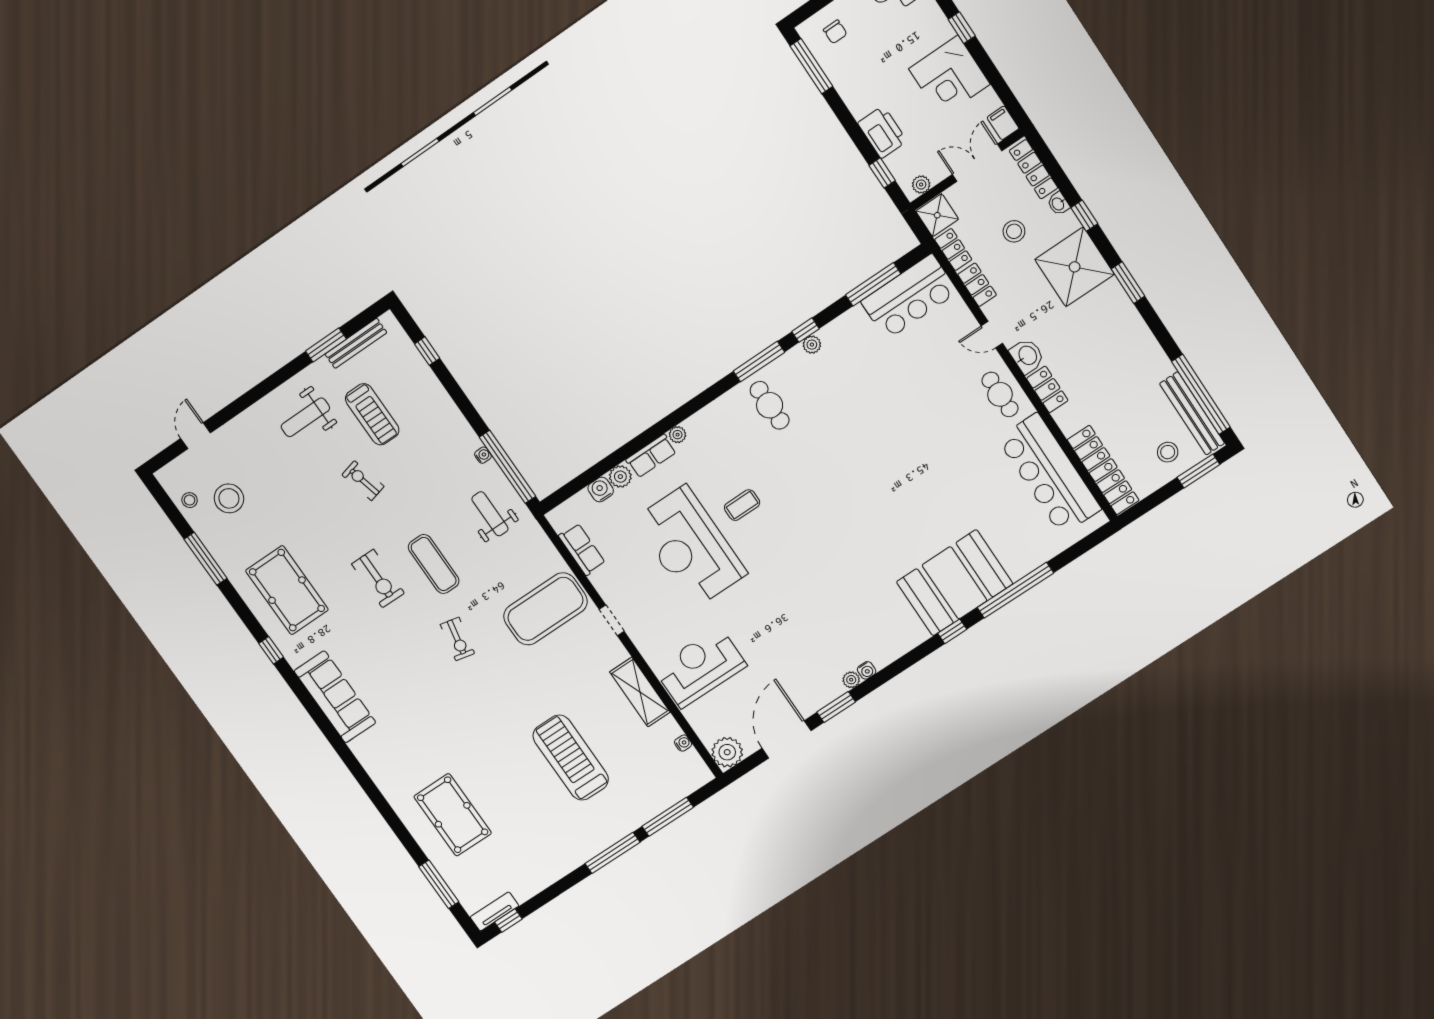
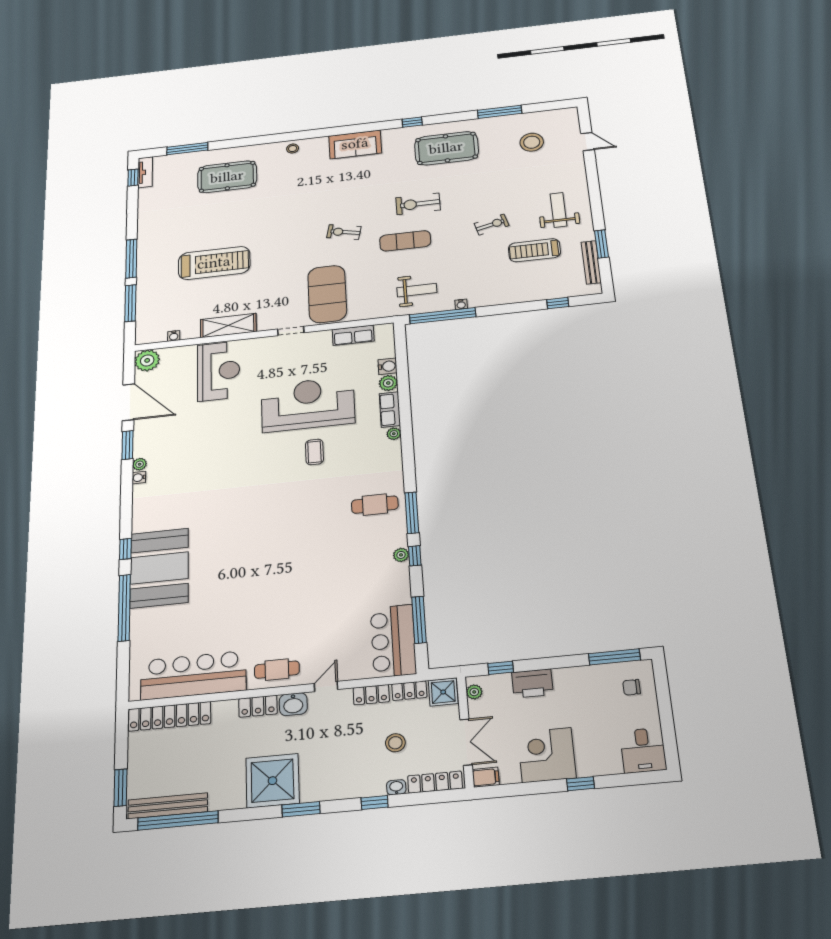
shower: (1075, 267) -> (272, 781), moved
stool: (1168, 452) -> (151, 772), removed
stool: (190, 500) -> (293, 149), moved
sofa: (335, 697) -> (355, 144), width x0.73

